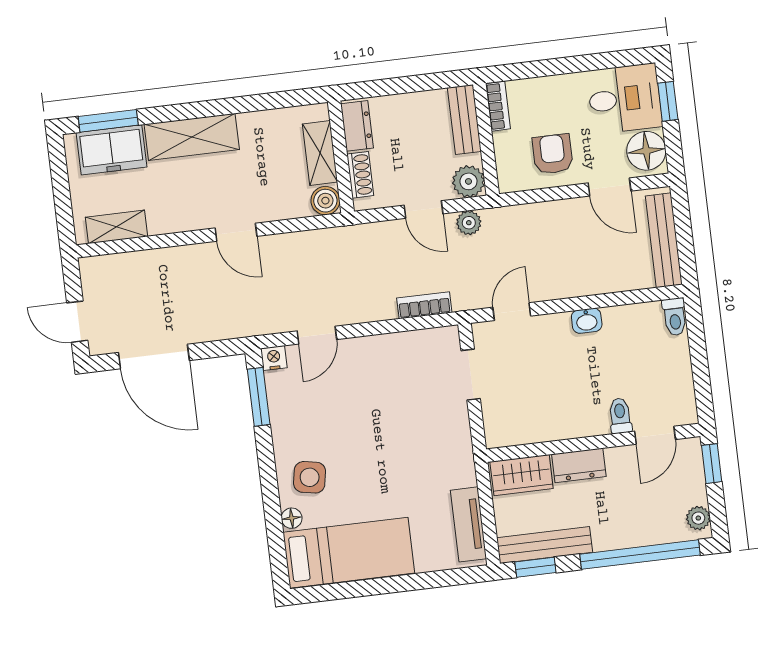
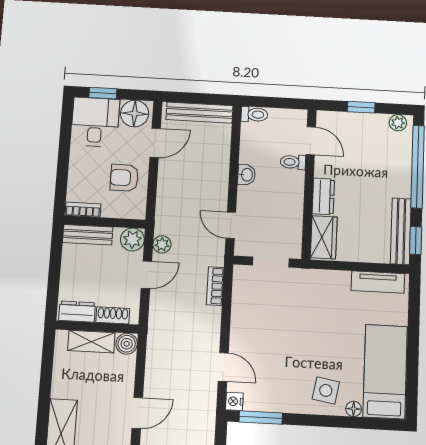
toilet: (620, 416) -> (293, 162), moved
door: (655, 435) -> (311, 141), moved
wall: (593, 443) -> (309, 184), moved
dresser: (579, 465) -> (323, 196), moved
wardrobe: (522, 475) -> (324, 237), moved

